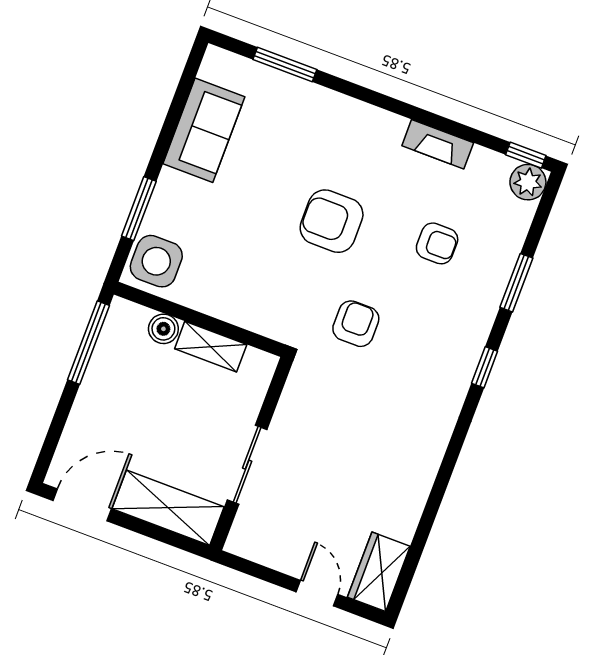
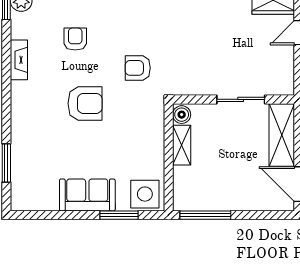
sofa: (204, 130) -> (87, 195), moved
armchair: (332, 221) -> (85, 103), turned -90
boiler: (163, 329) -> (182, 115), moved

